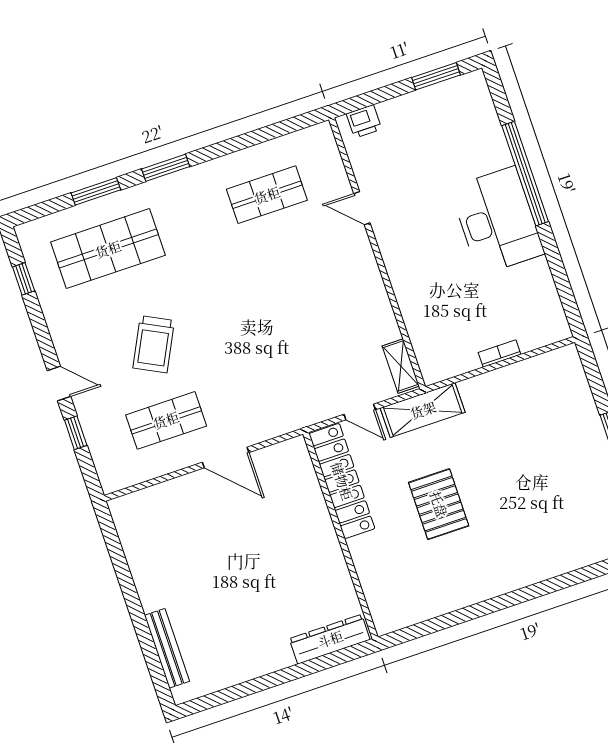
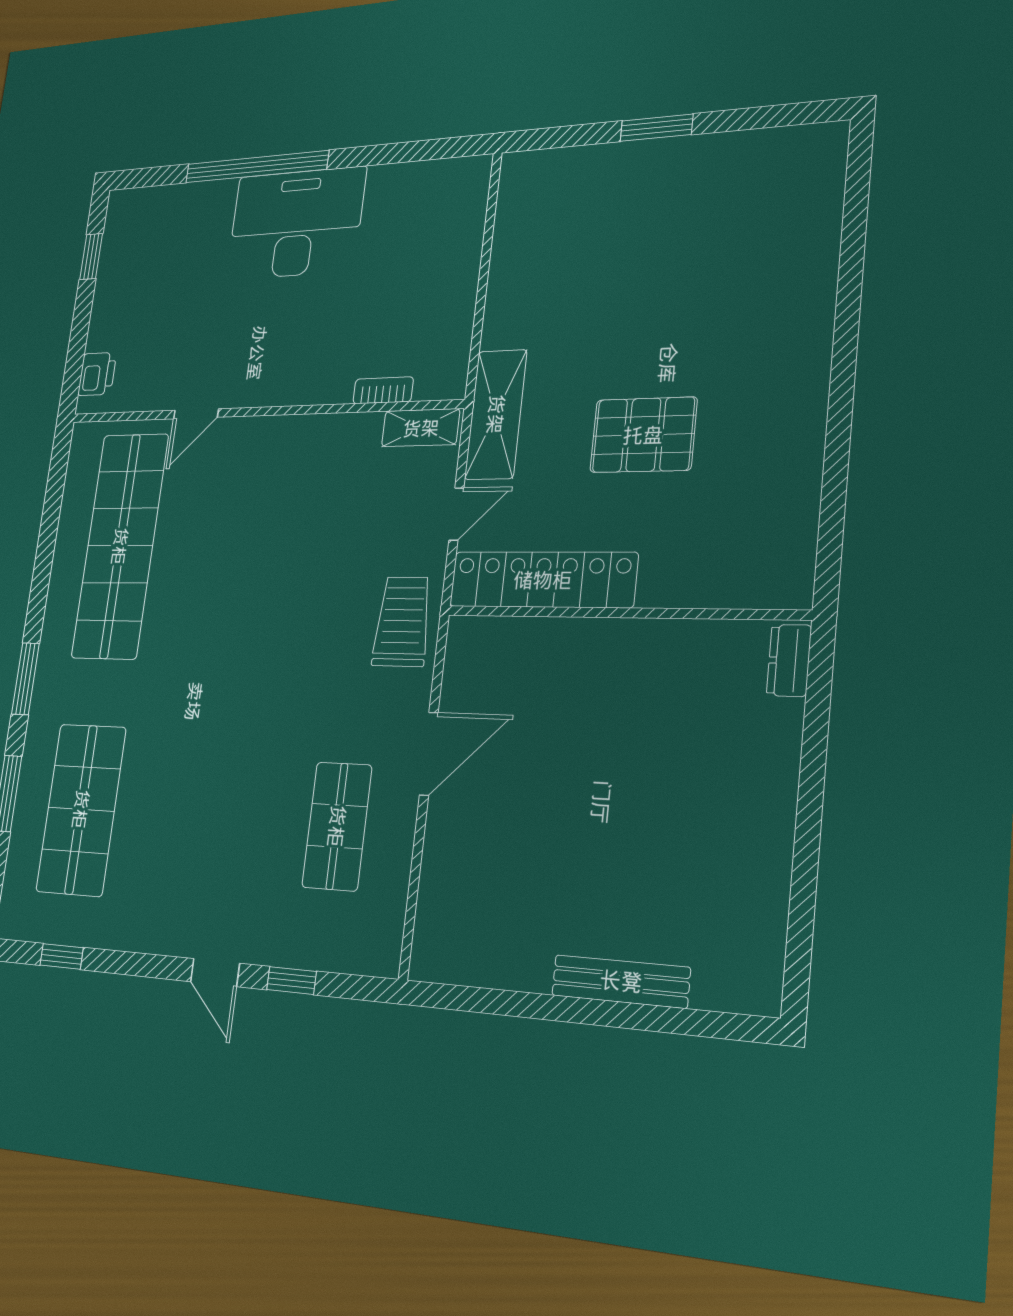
window: (436, 76) -> (91, 257), width x0.67
shop shelf: (267, 195) -> (120, 546), width x2.00, depth x1.36
trolley: (154, 344) -> (402, 621), moved, turned -117
bookcase: (500, 354) -> (383, 390), moved, turned 90
door: (59, 383) -> (215, 972), swing flipped
dresser: (330, 639) -> (789, 660), width x0.51, depth x0.80
bench: (167, 648) -> (621, 981), moved

